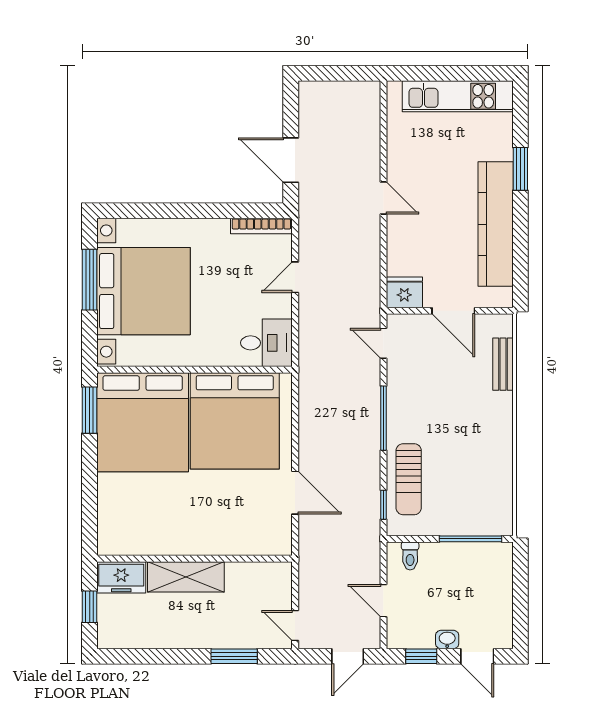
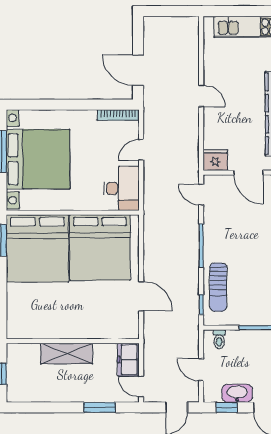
desk: (266, 343) -> (122, 188), width x1.37
freezer: (121, 577) -> (128, 360), moved, turned 90
washbasin: (447, 640) -> (237, 393), width x1.91, depth x1.45

